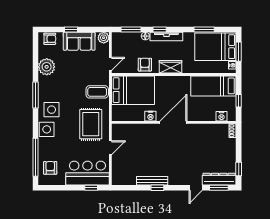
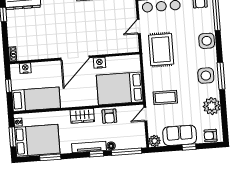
window: (131, 29) -> (127, 152), width x1.44
coffee table: (97, 92) -> (165, 97), moved
side table: (52, 110) -> (206, 76), moved

